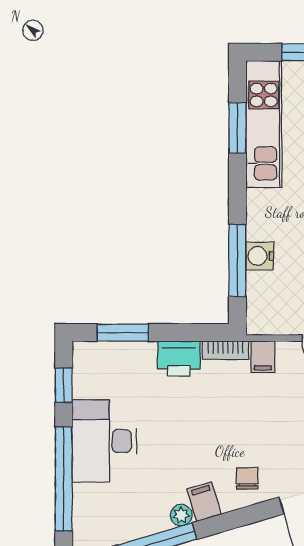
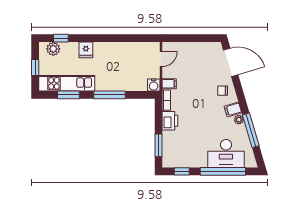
water cooler: (260, 256) -> (154, 85), moved
window: (237, 260) -> (110, 95), moved
desk: (104, 441) -> (226, 153), moved

